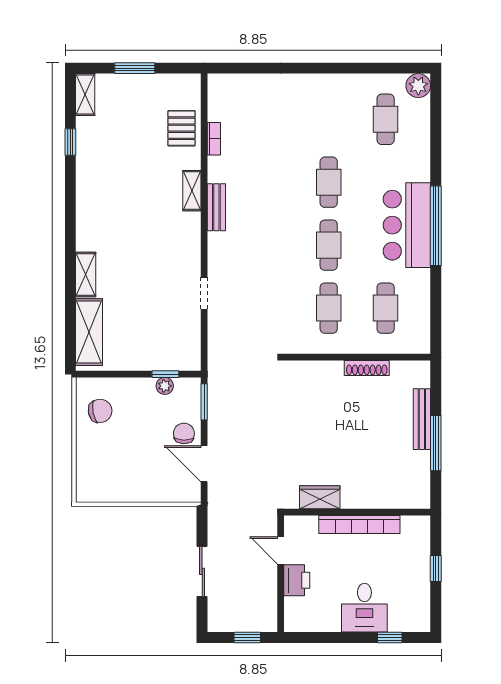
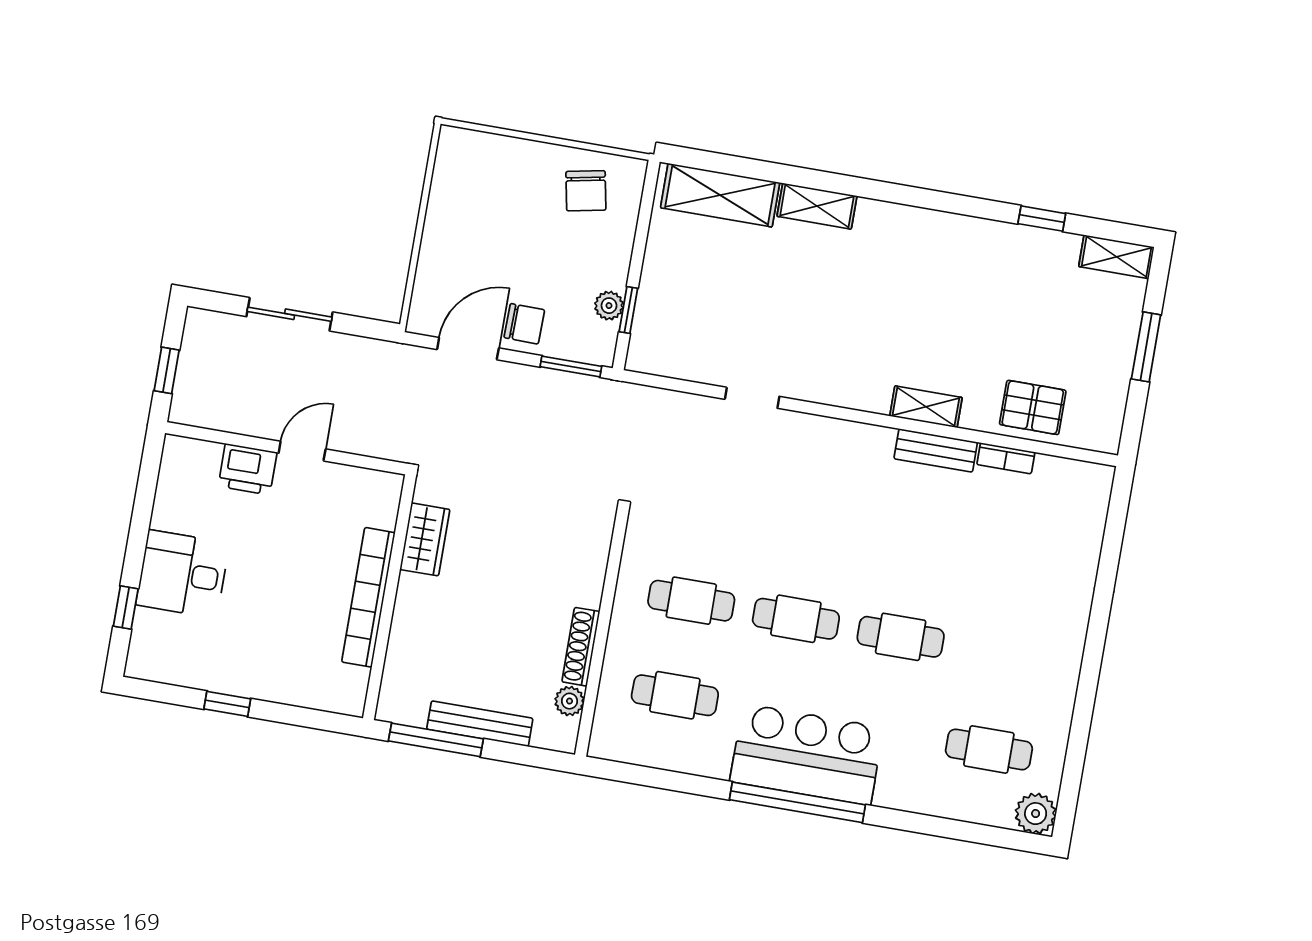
bench: (216, 207) -> (936, 450), moved
plant: (400, 369) -> (569, 701), added
wardrobe: (320, 497) -> (425, 539), moved
wall: (357, 512) -> (390, 597), moved
bookcase: (359, 525) -> (368, 597), moved

